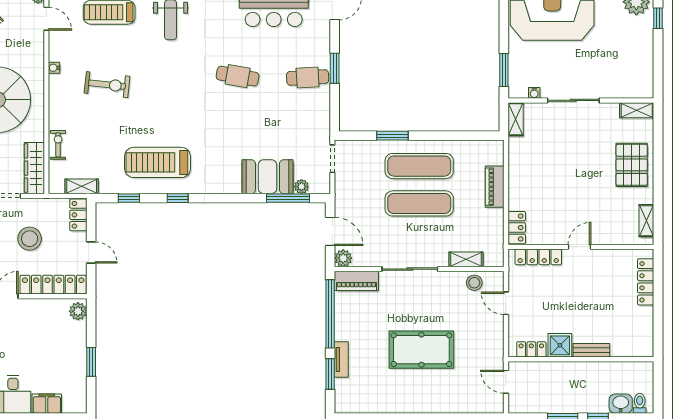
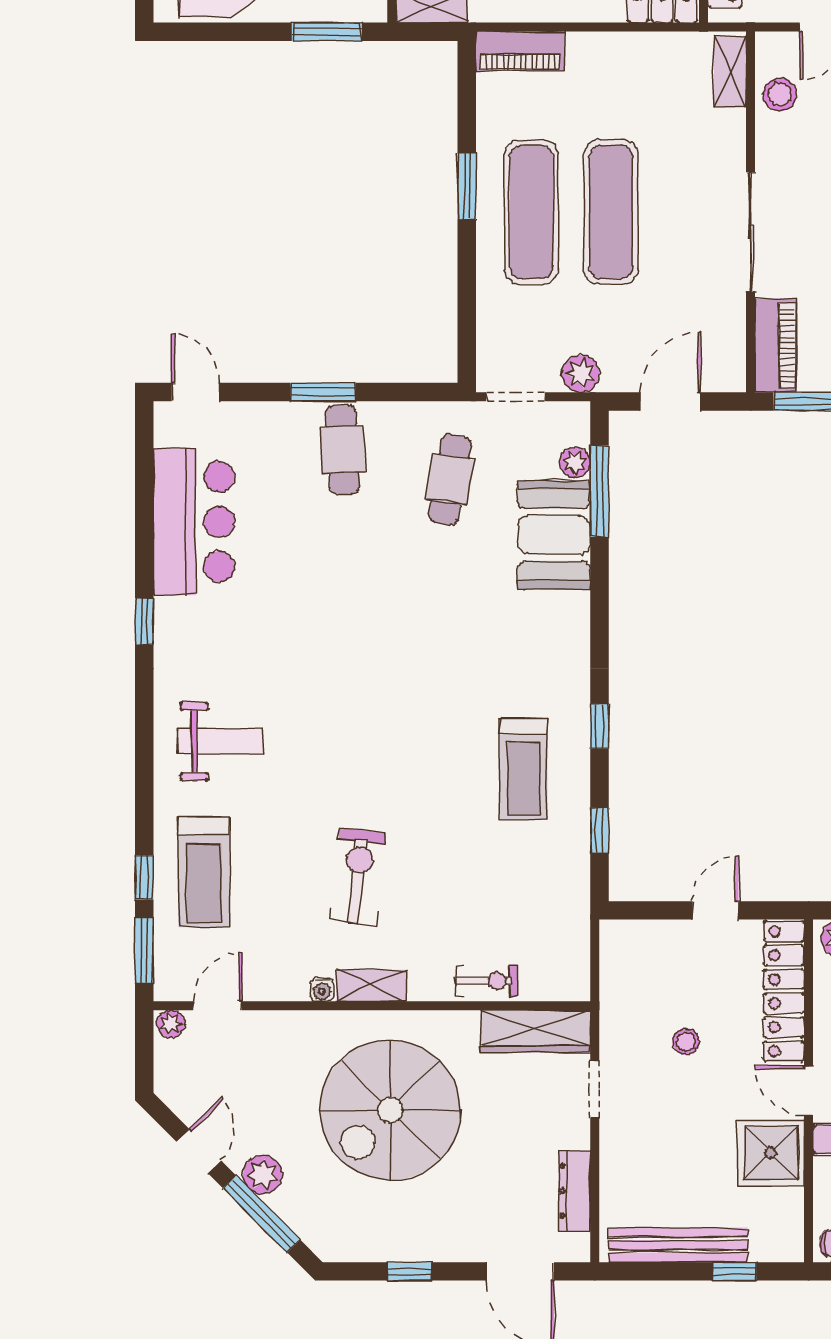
cafe table: (238, 76) -> (450, 480), moved
window: (392, 136) -> (467, 186), moved
exercise bike: (58, 145) -> (486, 981), turned 180
treadmill: (158, 162) -> (524, 769), width x0.73, depth x0.73
shelving: (82, 186) -> (372, 986), moved, turned 90
piano: (495, 187) -> (520, 51), moved
locker: (78, 215) -> (635, 938), removed
stool: (30, 239) -> (686, 1042), width x0.53, depth x0.53
plant: (343, 258) -> (581, 374), moved
shelving: (466, 259) -> (730, 72), moved

